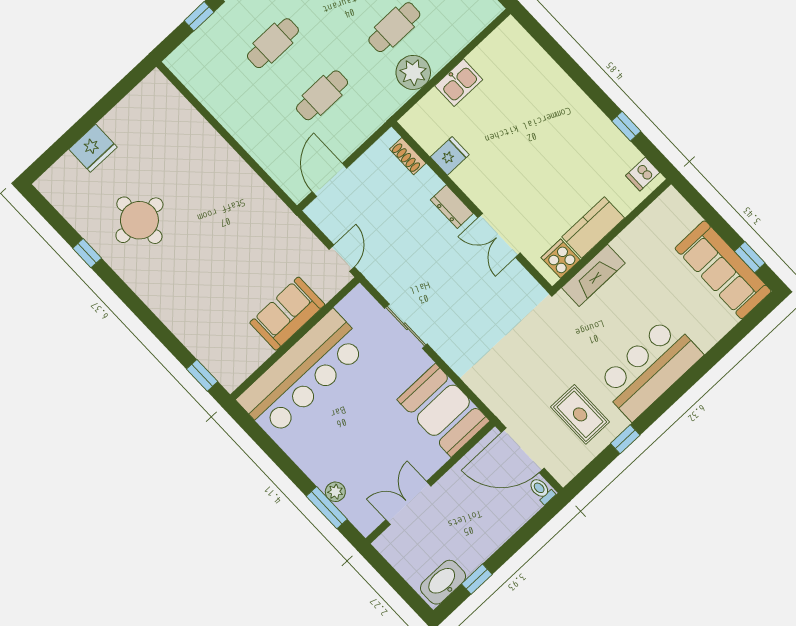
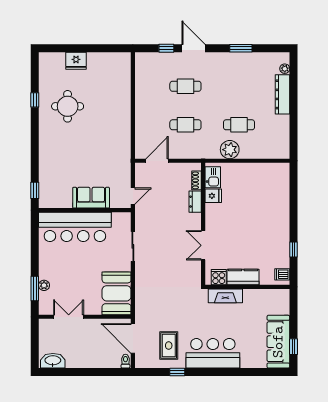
kitchen sink: (459, 83) -> (213, 177), moved, turned -90
dresser: (452, 207) -> (195, 202), moved
window: (477, 579) -> (67, 372), removed

